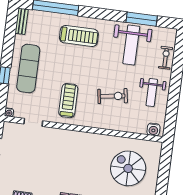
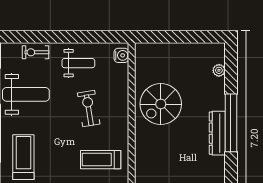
spiral stairs: (128, 168) -> (161, 104), moved

